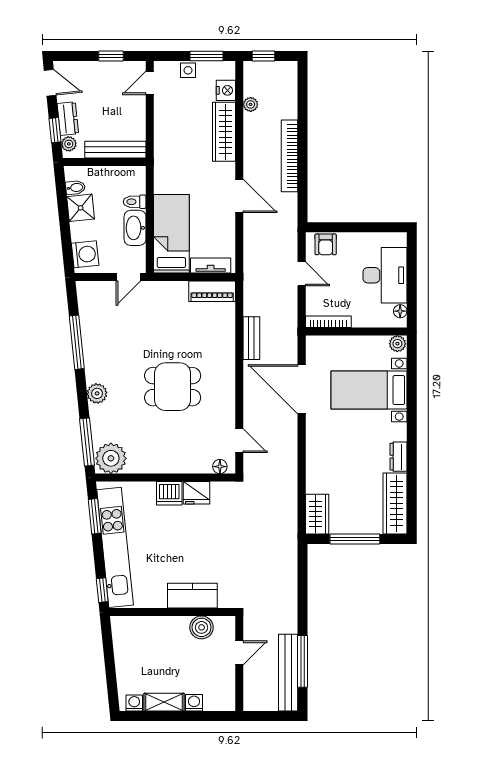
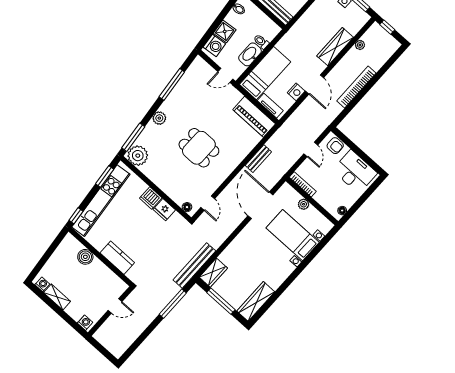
nightstand: (226, 90) -> (296, 92), moved
shower: (81, 208) -> (225, 31), moved
armchair: (326, 244) -> (335, 146), turned -90
desk: (385, 275) -> (355, 172), moved, turned -90
piano: (212, 291) -> (254, 117), width x1.37, depth x1.33
plant: (397, 344) -> (304, 204), moved
dresser: (398, 457) -> (278, 280), removed
boiler: (202, 627) -> (85, 257), moved
window: (303, 661) -> (173, 304), moved
bench: (288, 673) -> (194, 265), moved
washing machine: (194, 703) -> (85, 323), moved

